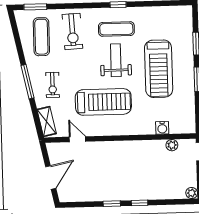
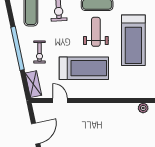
window: (28, 82) -> (18, 48), width x1.46
water cooler: (162, 128) -> (135, 93), removed

